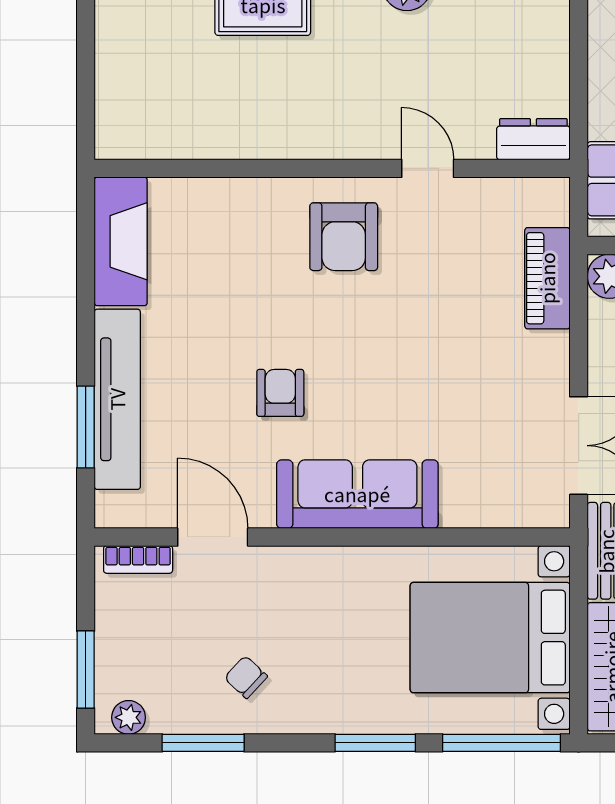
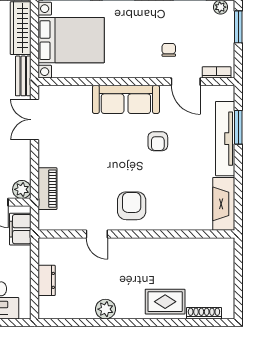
dresser: (533, 139) -> (47, 280), moved, turned -90
chair: (246, 677) -> (169, 50), moved, turned -133

